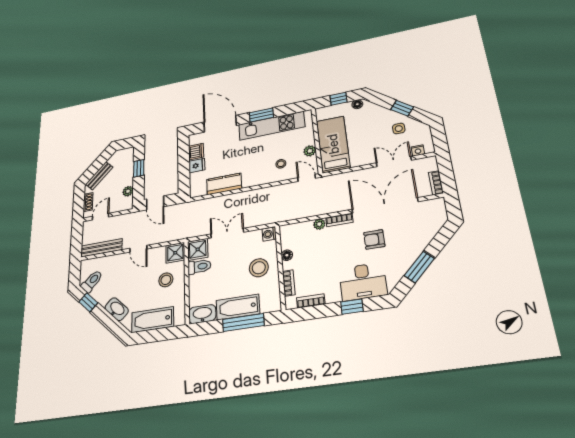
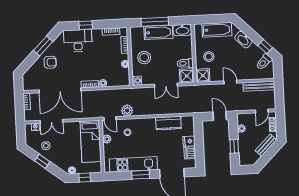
plant: (282, 192) -> (127, 111), added
armchair: (374, 239) -> (50, 62), moved

